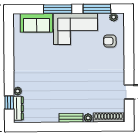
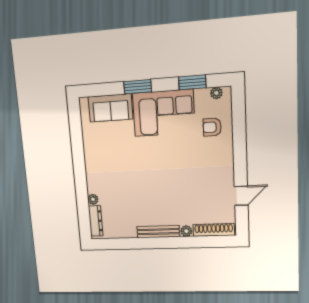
window: (58, 9) -> (138, 87), width x0.69
window: (97, 9) -> (192, 82), width x0.69
window: (9, 103) -> (84, 214), removed
bench: (71, 118) -> (158, 232), width x1.36

